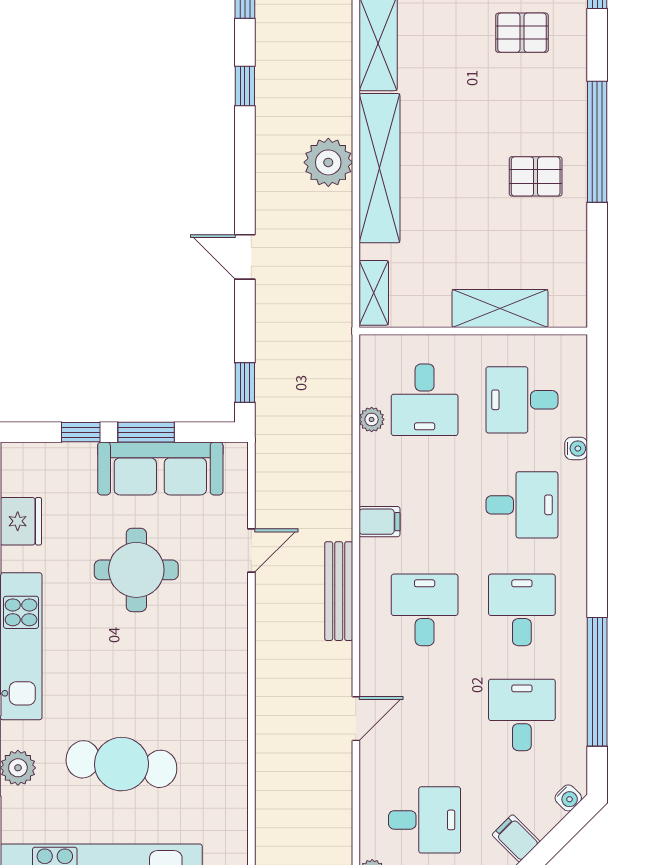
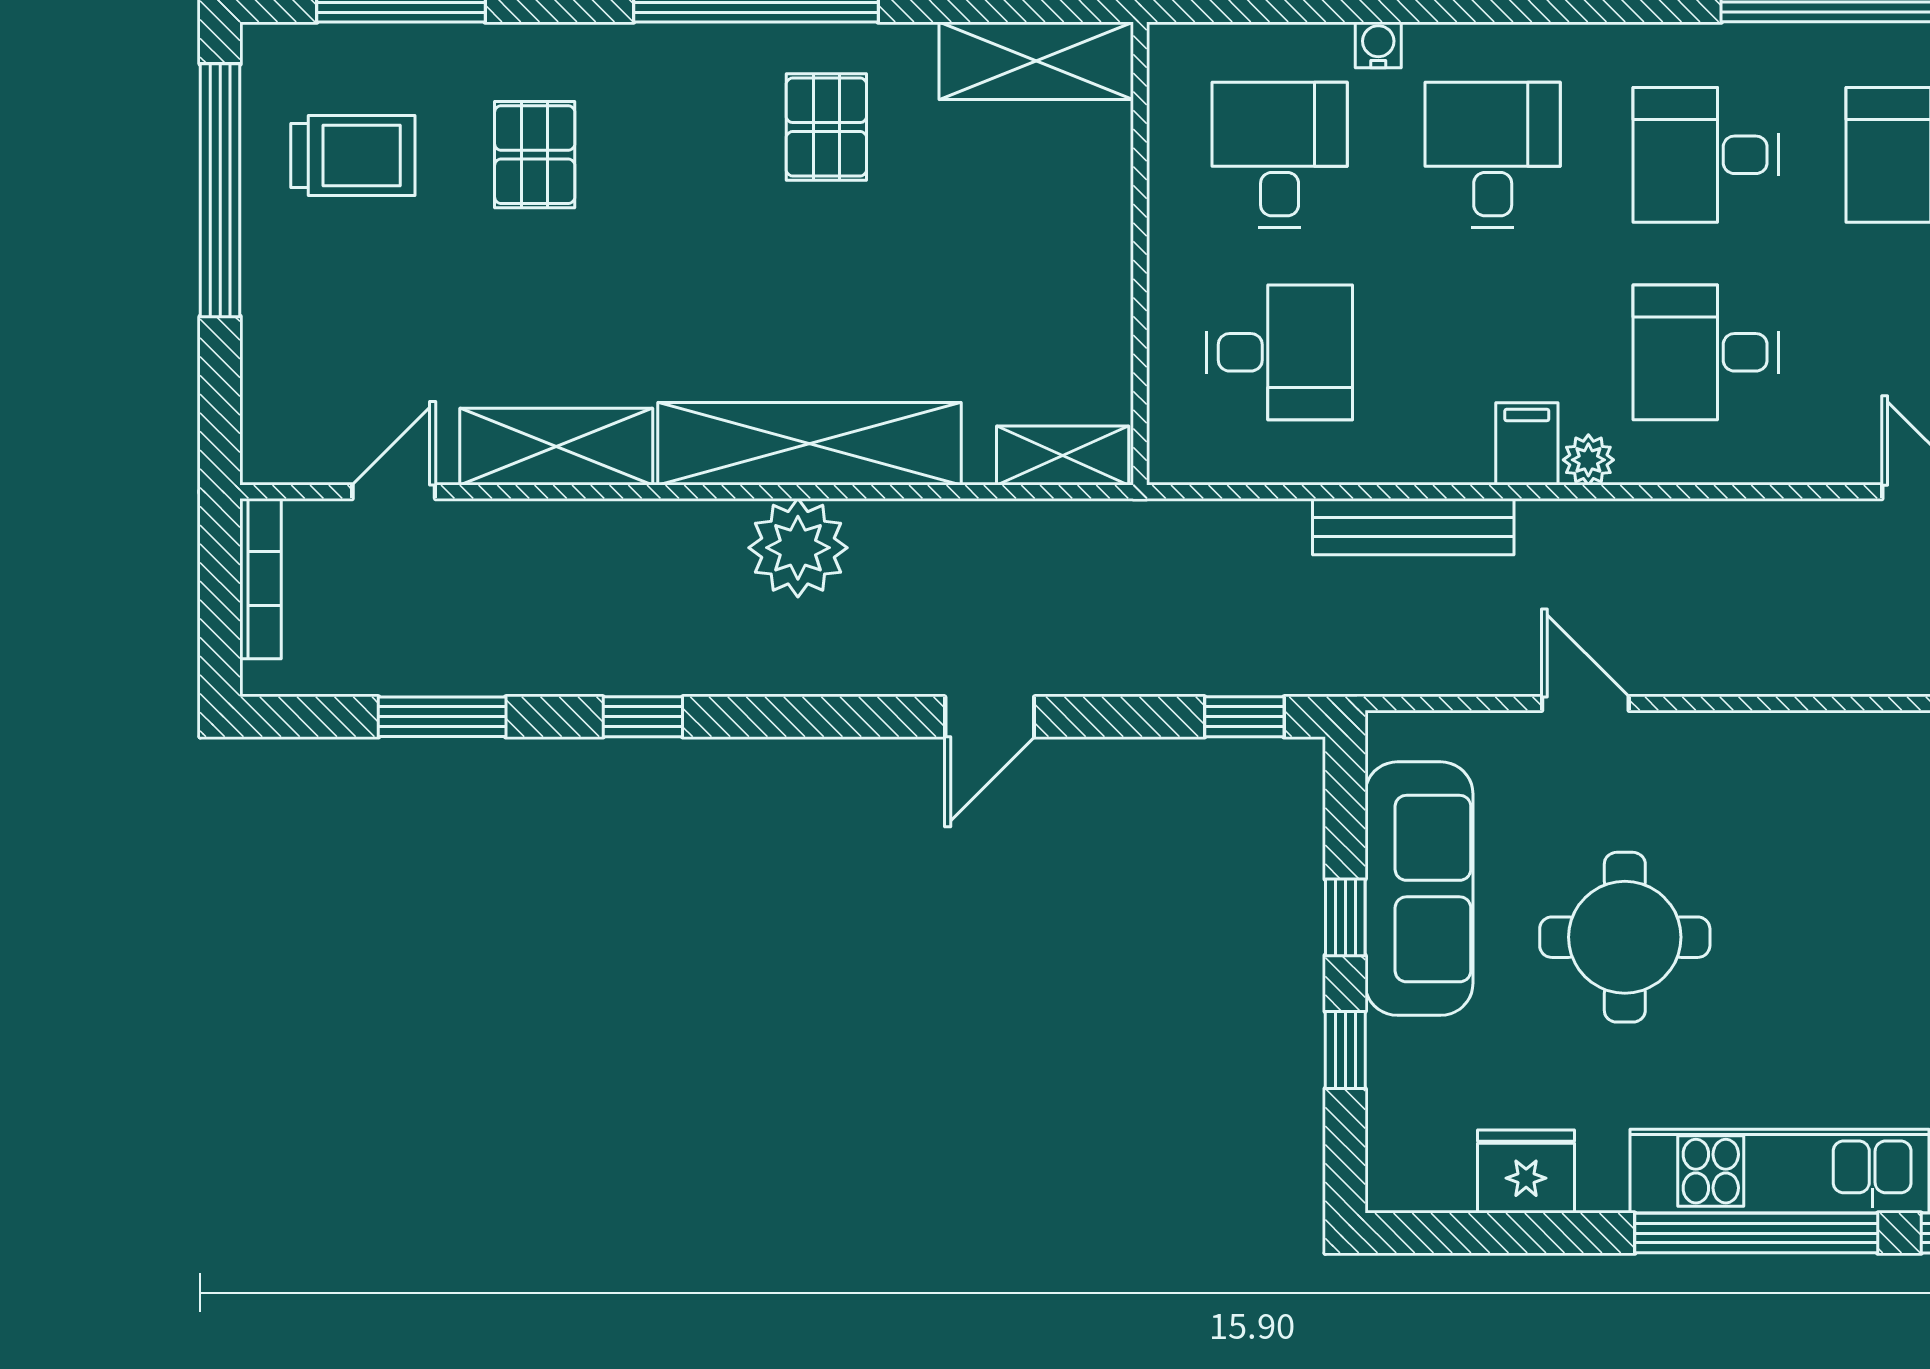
shelving: (500, 309) -> (1036, 61), moved, turned 90
desk: (522, 400) -> (1280, 155), turned 180
plant: (372, 419) -> (1588, 460), moved
window: (146, 432) -> (1345, 917), width x0.67
bench: (339, 591) -> (1413, 527), moved

